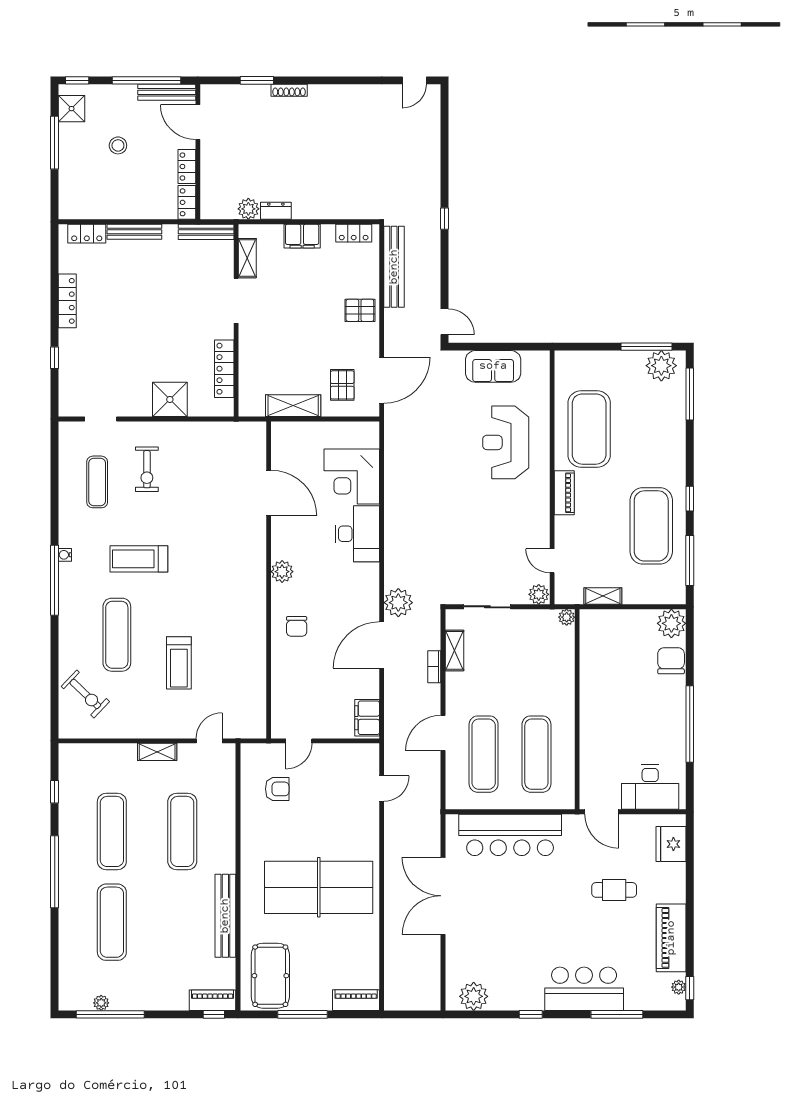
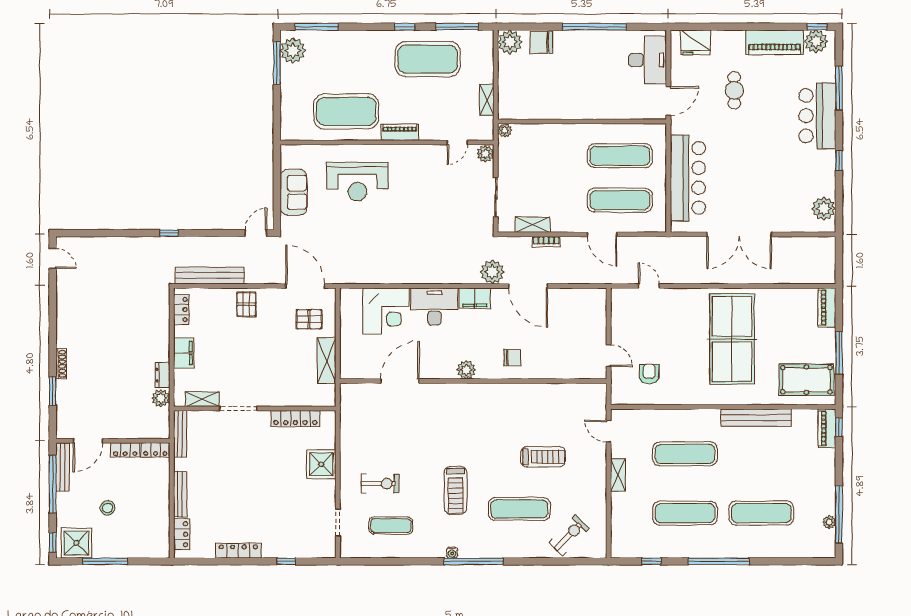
shower: (72, 109) -> (76, 543), width x1.36, depth x1.36
filing cabinet: (367, 718) -> (475, 298), moved
plant: (679, 987) -> (816, 41), width x1.88, depth x1.88

